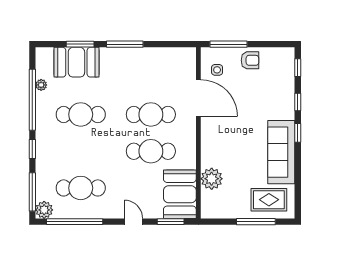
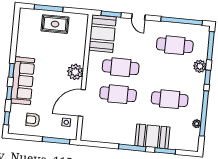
armchair: (250, 60) -> (33, 120), moved
booth: (76, 62) -> (152, 136), moved
door: (198, 98) -> (82, 103), hinge flipped
sofa: (281, 152) -> (23, 81), moved
plant: (212, 179) -> (75, 72), moved
rug: (269, 200) -> (55, 24), moved
plant: (44, 210) -> (200, 66), moved

